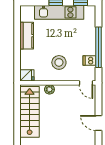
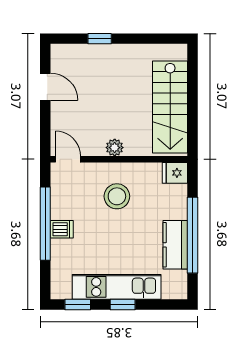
window: (17, 41) -> (193, 235), added
dishwasher: (89, 60) -> (62, 229), moved
plant: (49, 89) -> (115, 148), moved

